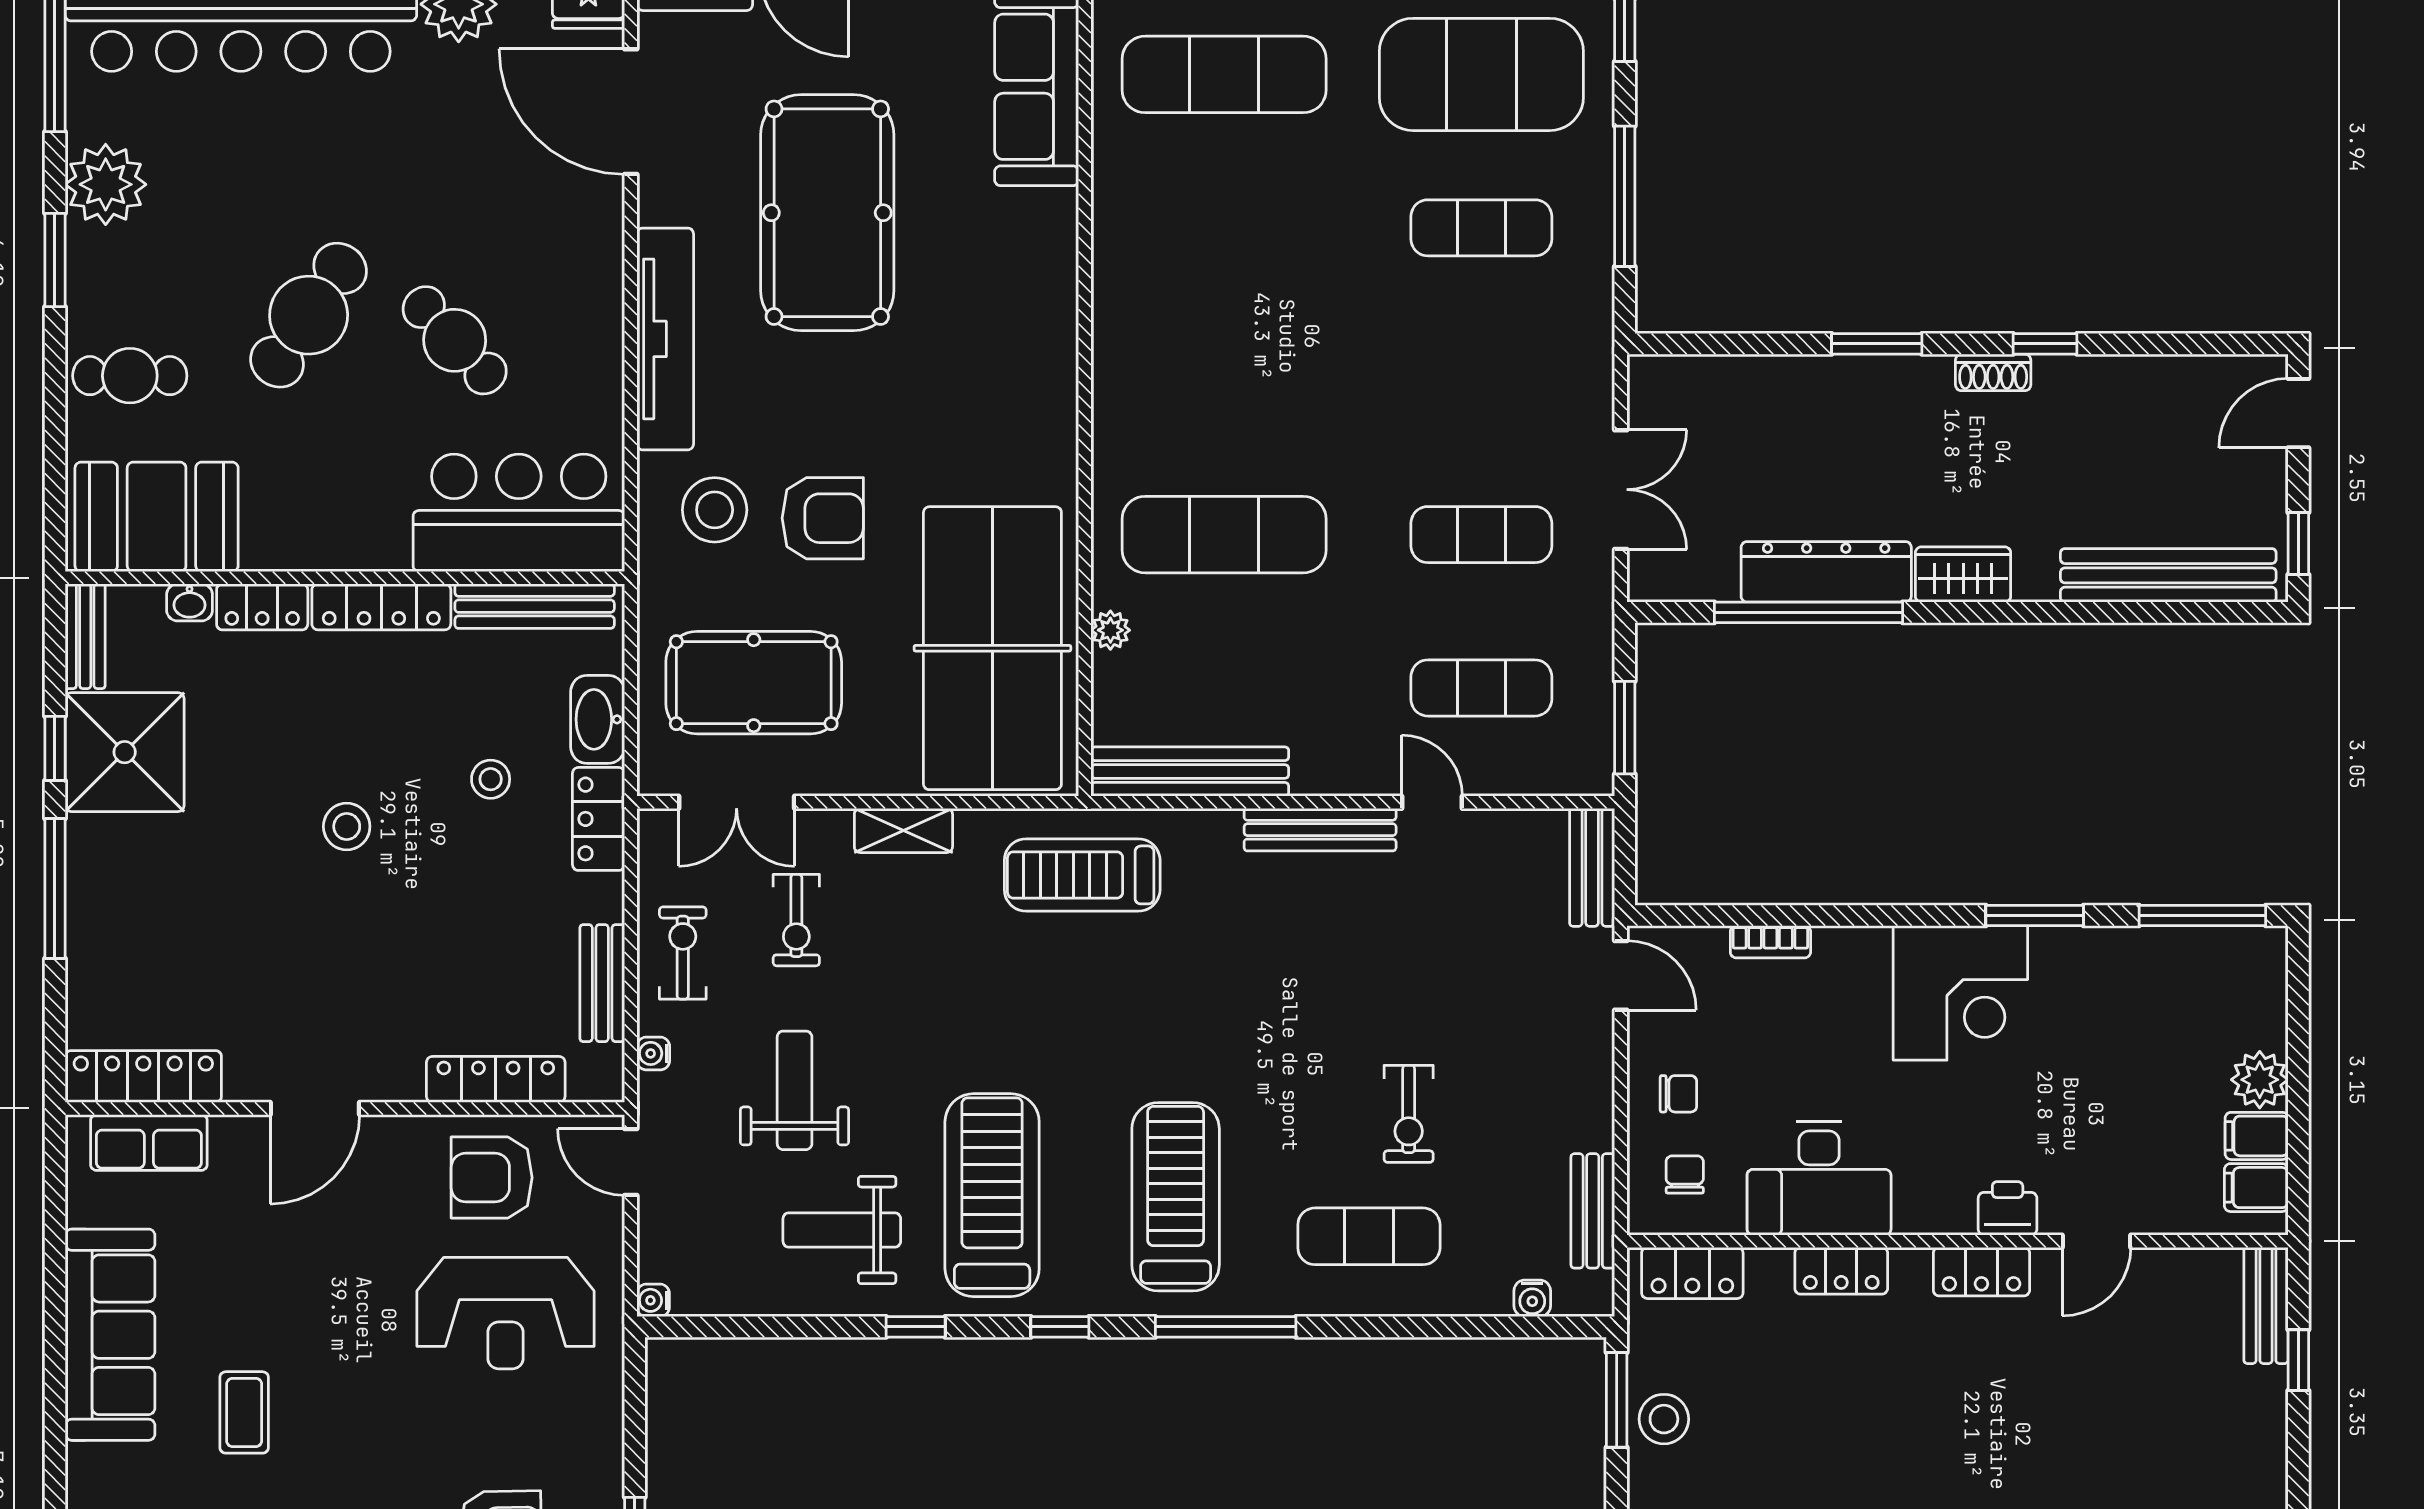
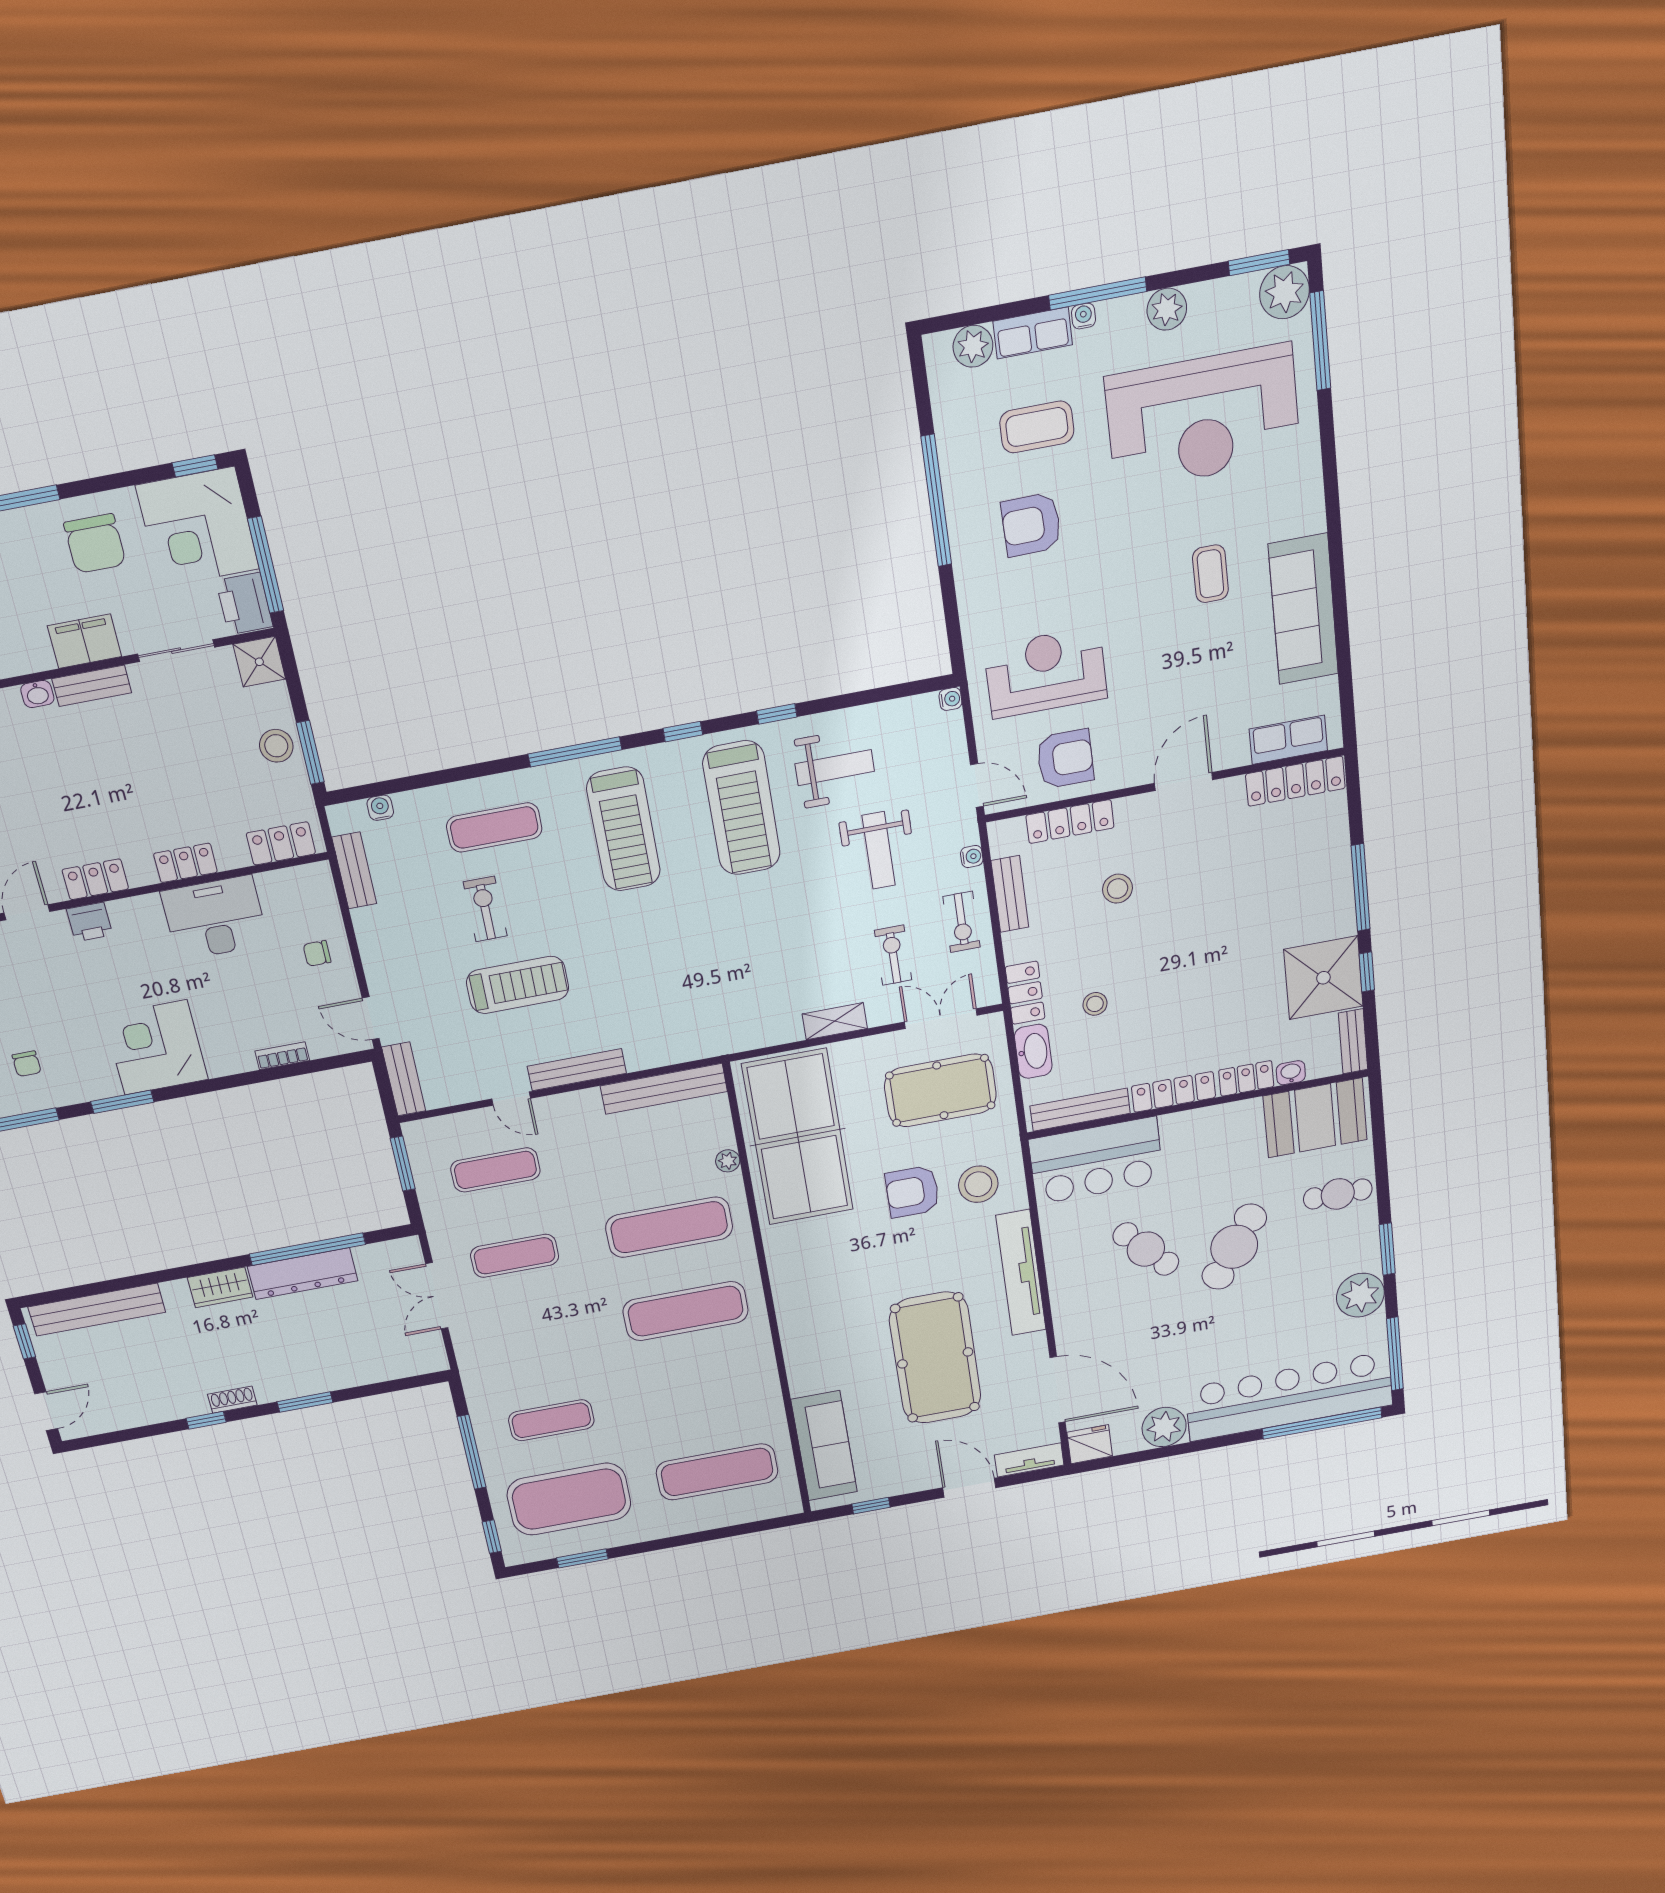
exercise mat: (1224, 381) -> (686, 1311), added
stool: (347, 826) -> (1118, 889), moved
treadmill: (1082, 875) -> (518, 985), moved
chair: (1685, 1175) -> (27, 1064), moved

